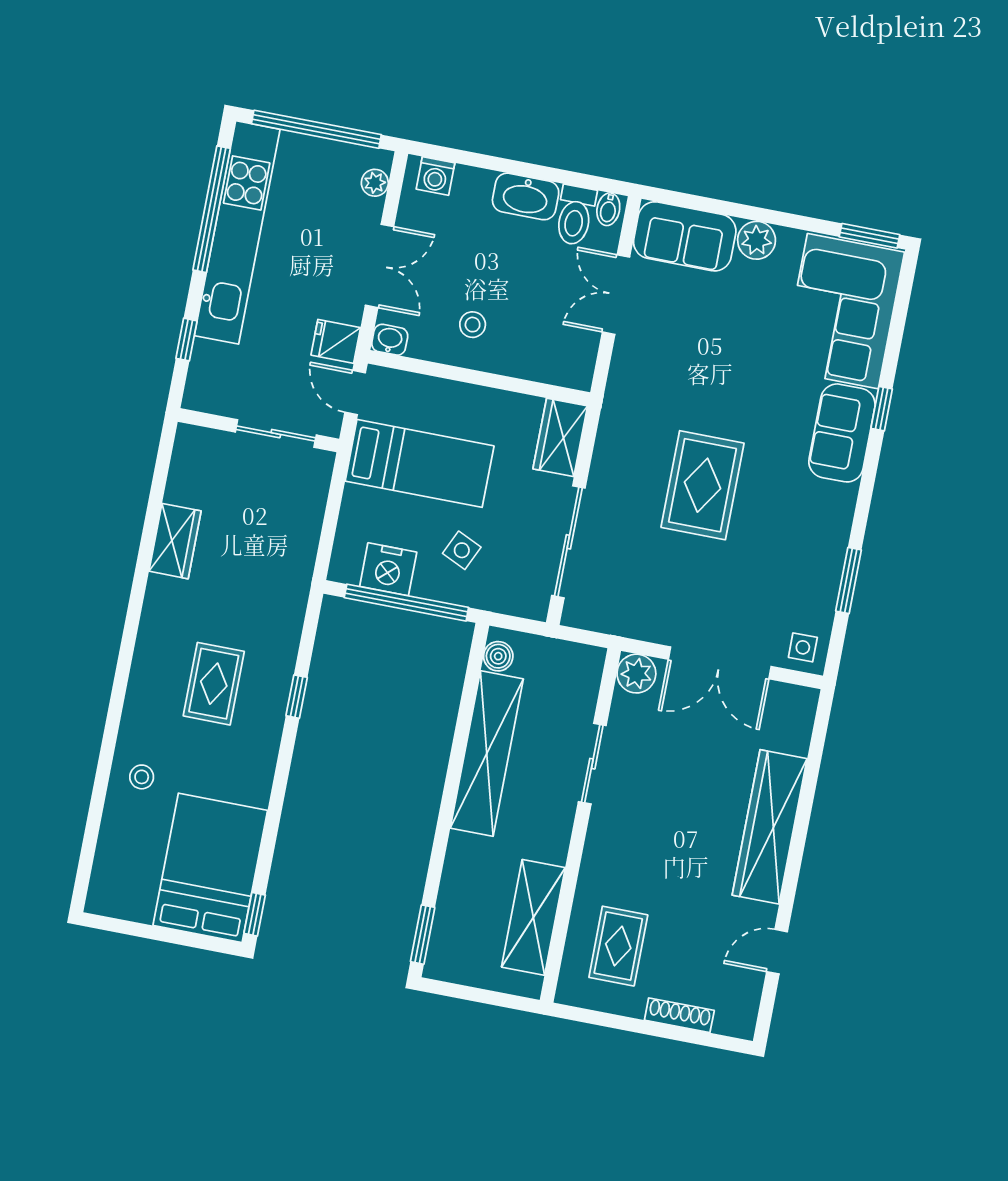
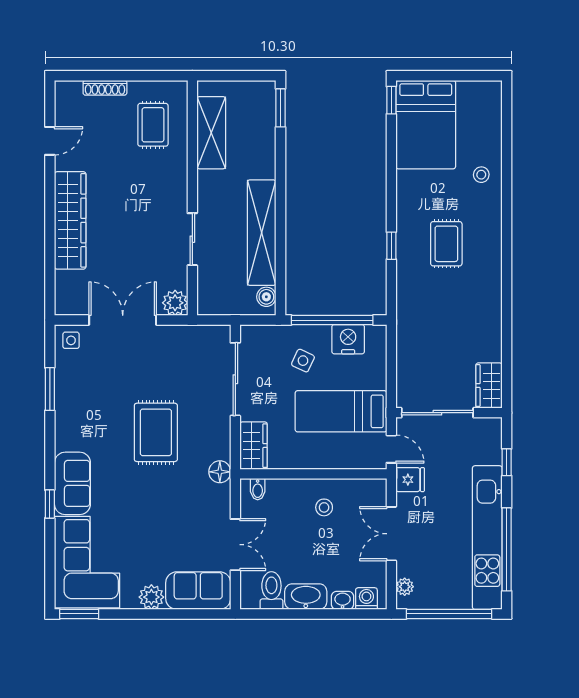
bidet: (608, 209) -> (258, 489), moved, turned 180
washbasin: (390, 340) -> (343, 600), moved, turned 180
floor lamp: (618, 408) -> (220, 472), added
sliding door: (276, 434) -> (437, 413), width x1.37
wardrobe: (175, 541) -> (489, 386), moved

